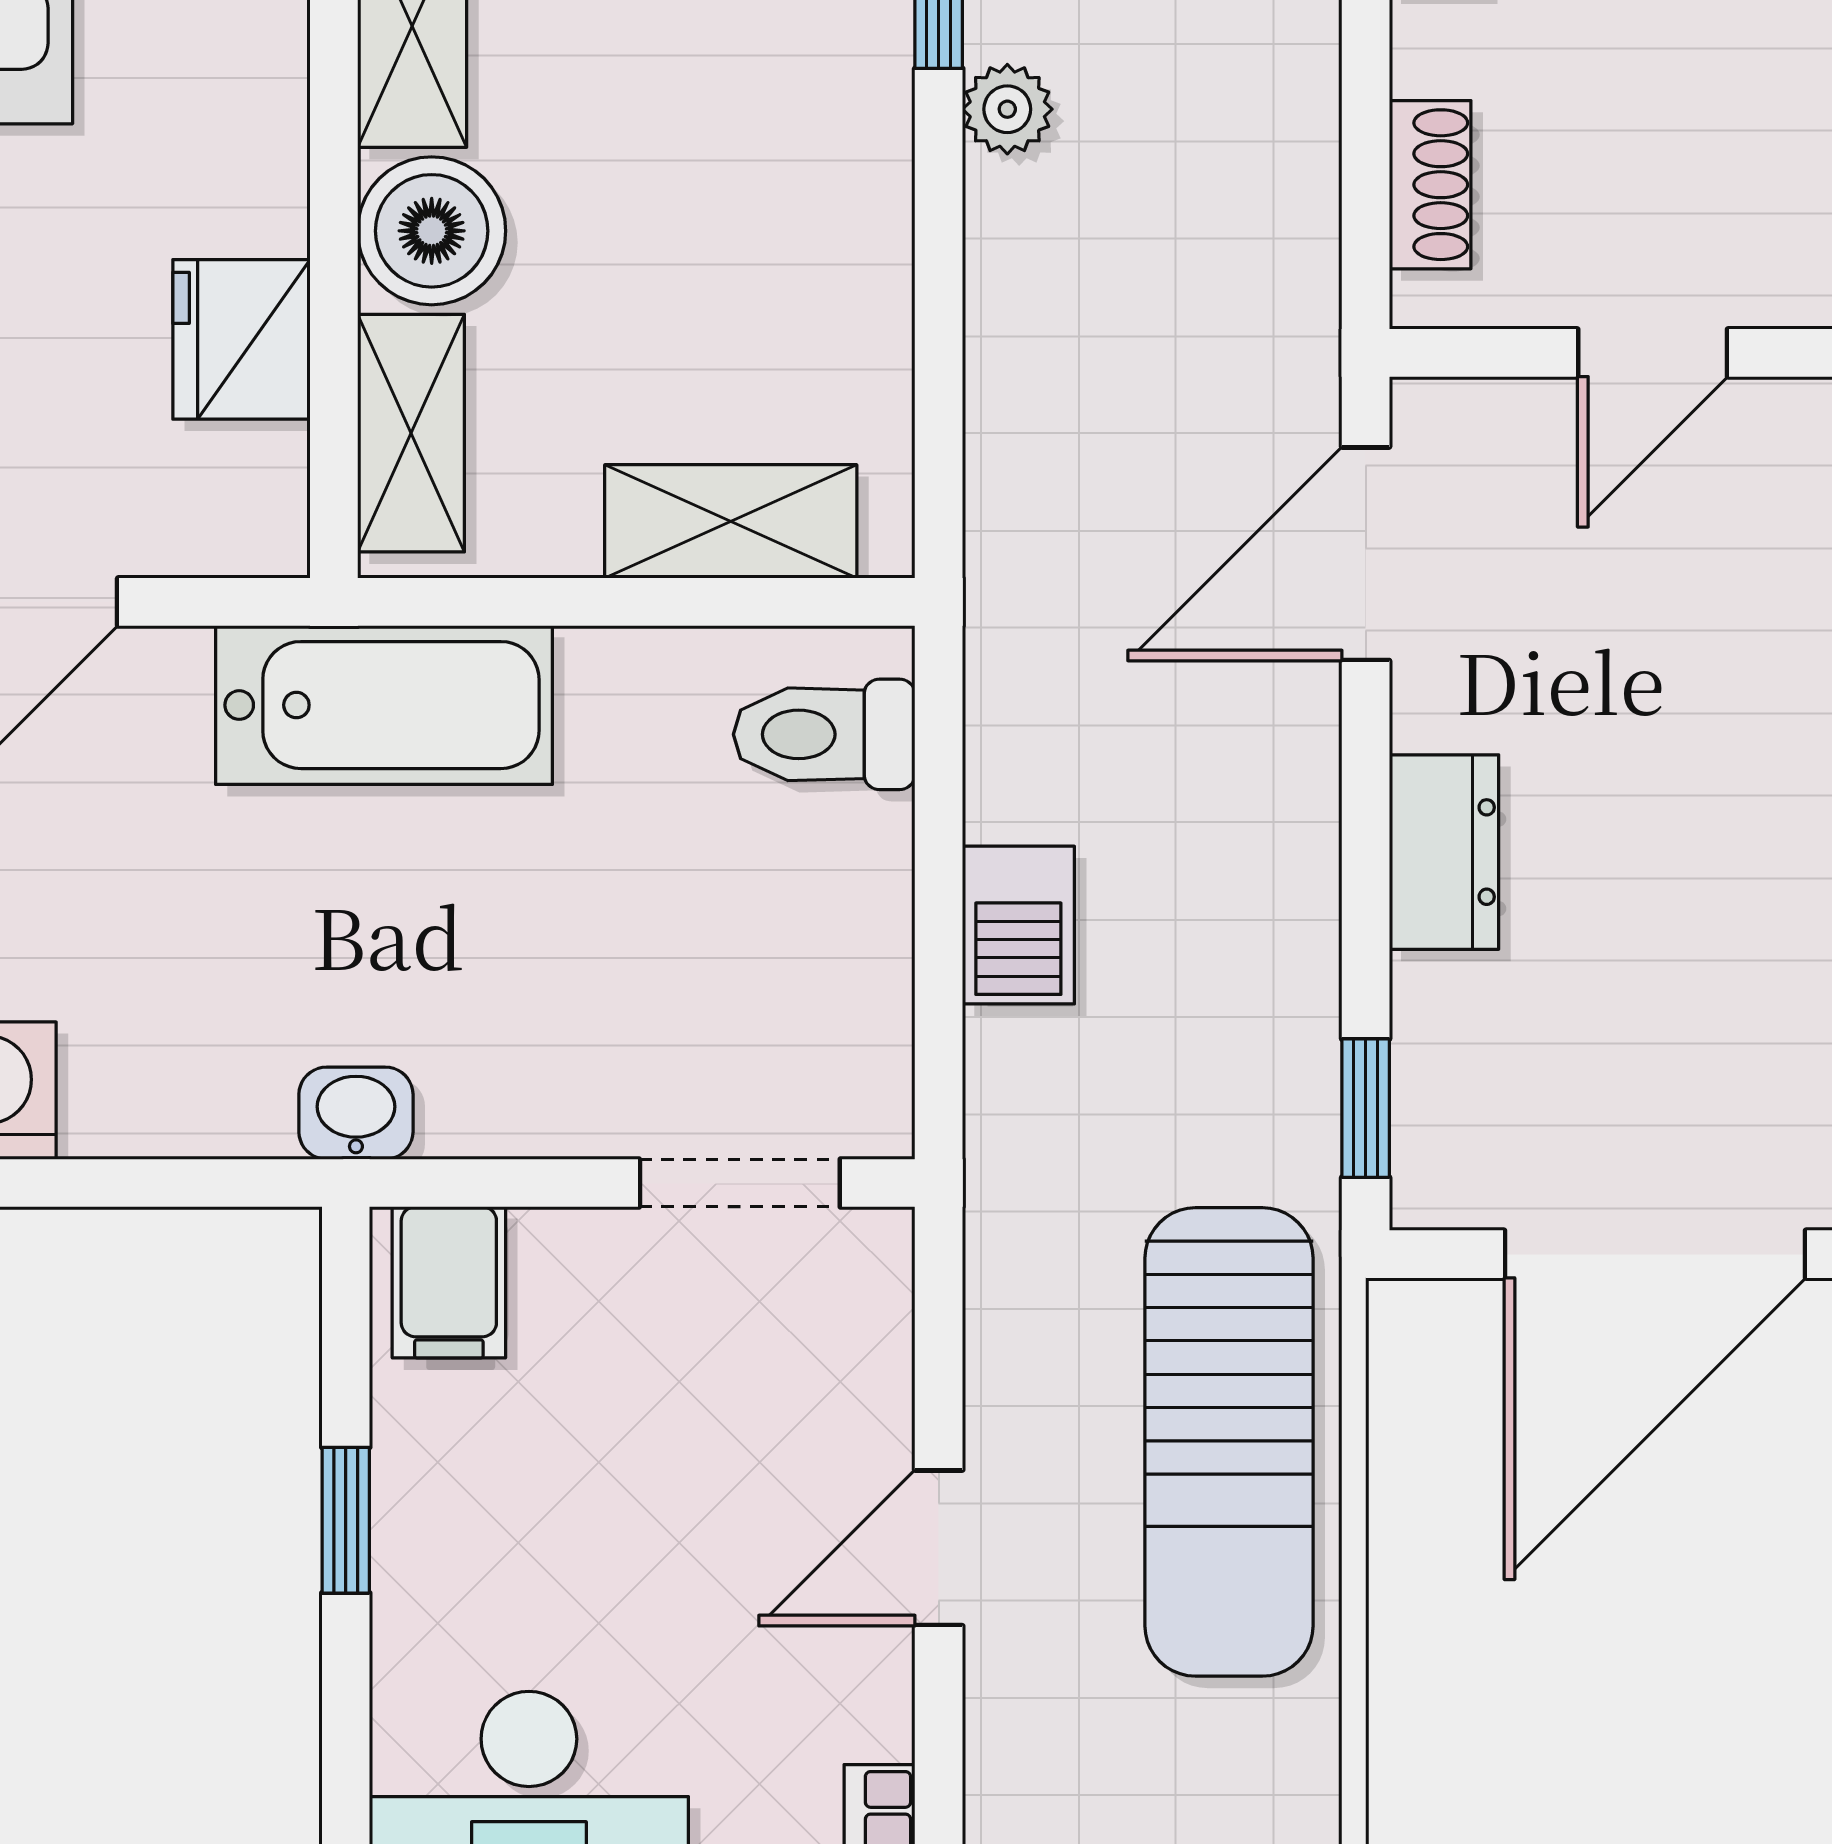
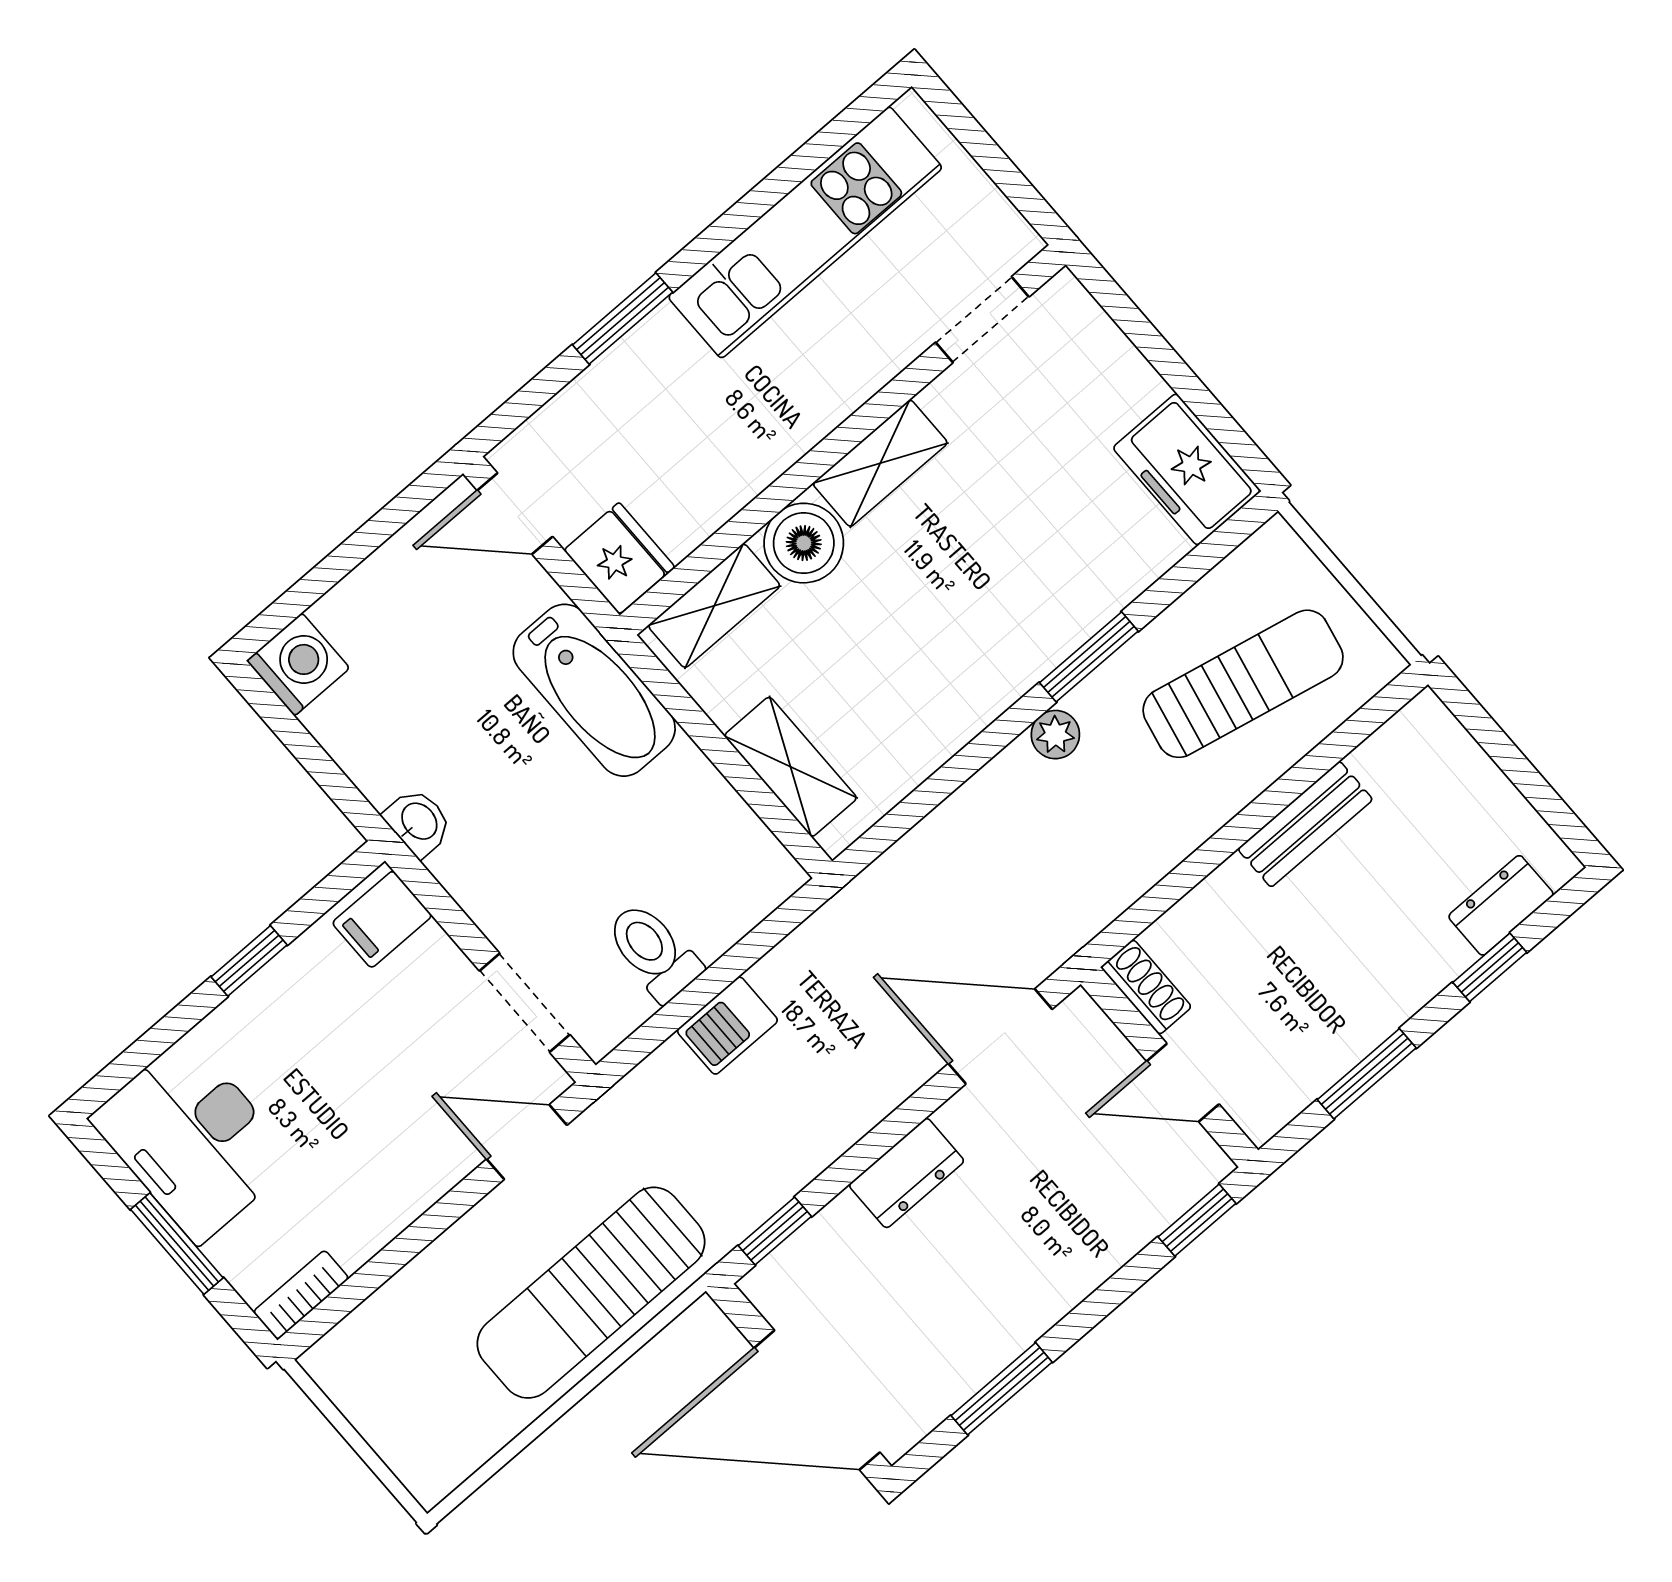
shoe rack: (1430, 185) -> (1146, 987), moved, turned -90
fridge: (241, 339) -> (619, 558), moved, turned 90
toilet: (824, 734) -> (653, 952), moved
door: (939, 1548) -> (527, 1142), moved

